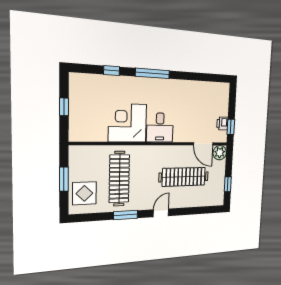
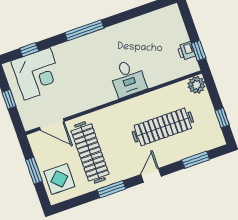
window: (112, 70) -> (29, 50), moved
corner desk: (128, 123) -> (37, 74), moved, turned 180
desk: (160, 128) -> (128, 78), moved
door: (203, 144) -> (52, 124), moved
window: (198, 210) -> (196, 160), added

